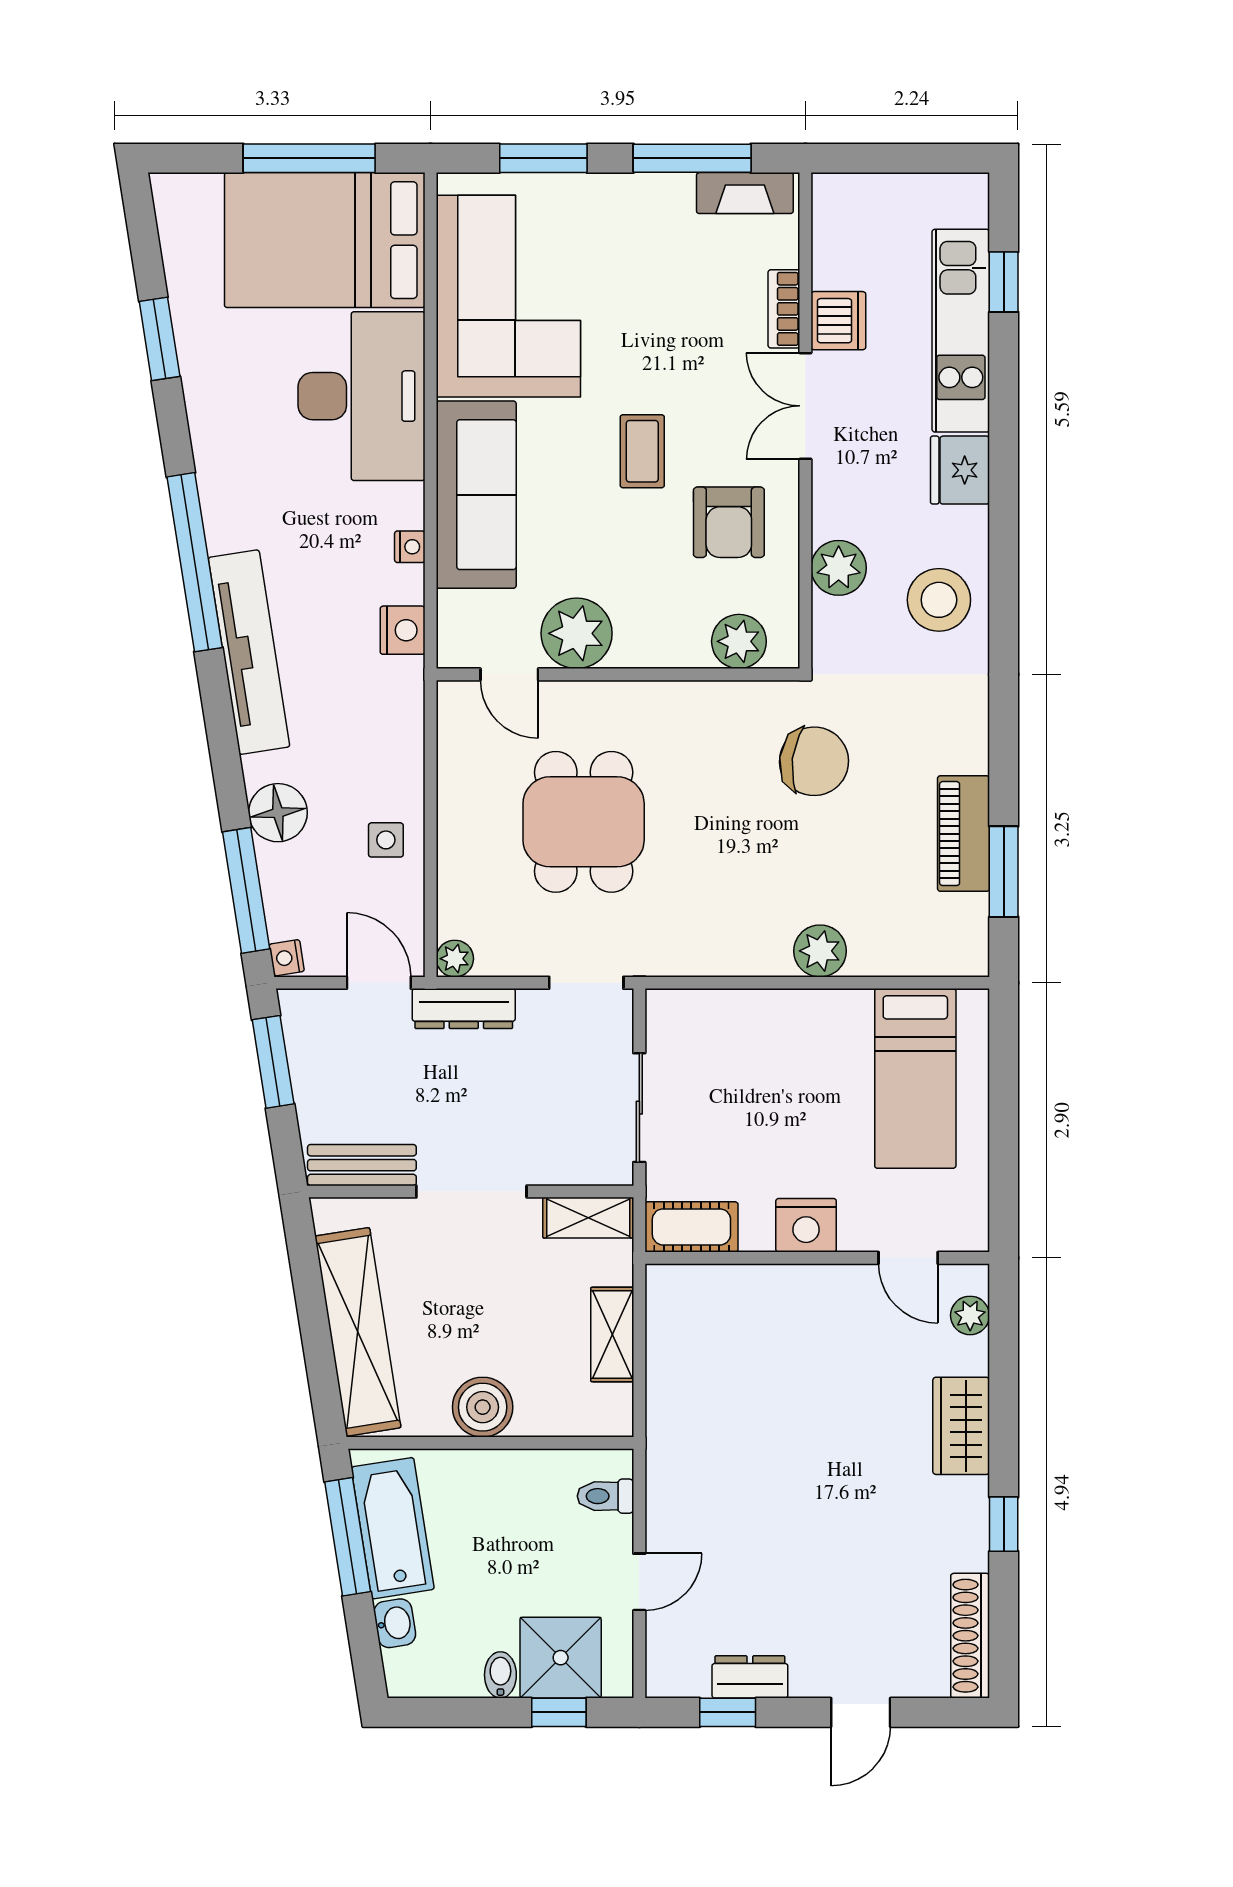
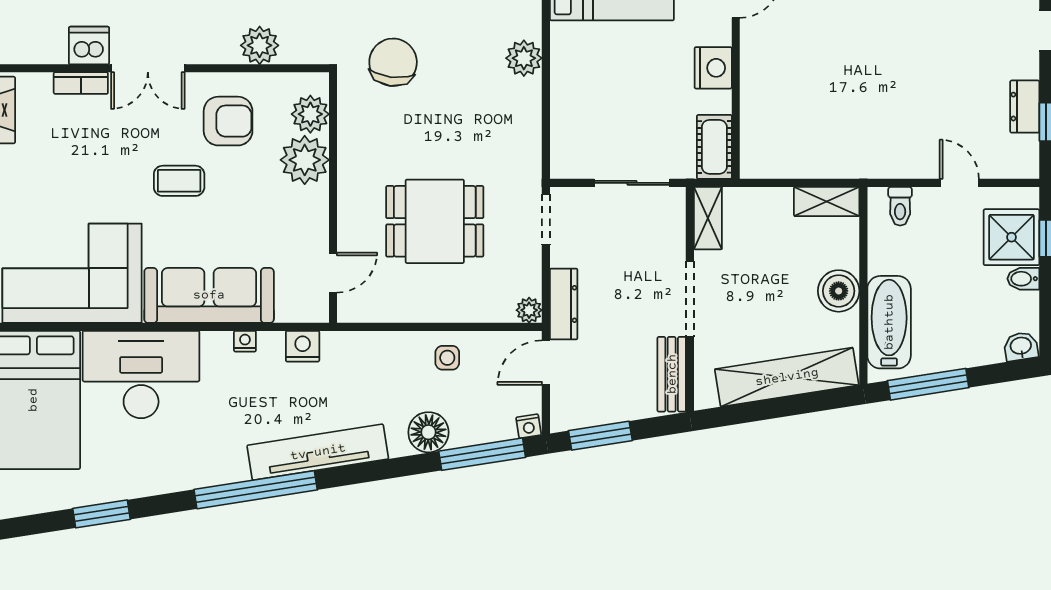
plant: (577, 633) -> (305, 160), moved
shelving: (612, 1334) -> (827, 202), moved
bathtub: (393, 1528) -> (889, 322), moved, turned 99
washbasin: (395, 1623) -> (1021, 346), moved

